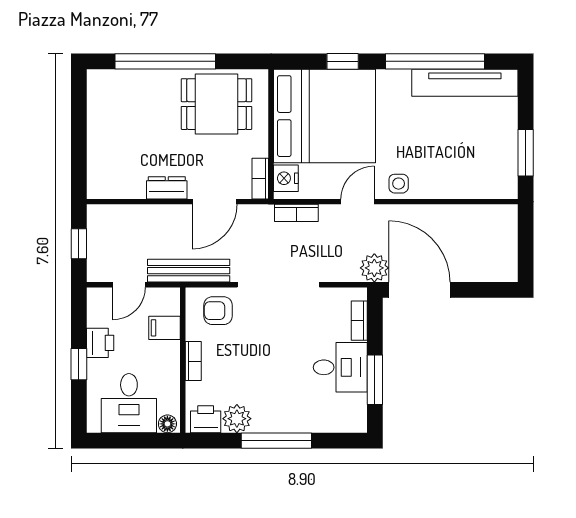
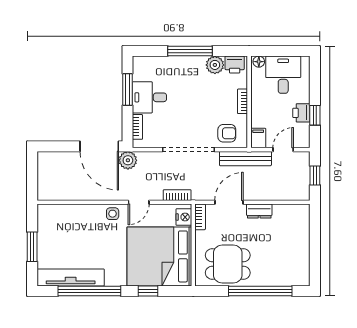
window: (526, 153) -> (32, 247), moved
filing cabinet: (165, 328) -> (258, 138), moved, turned -90
window: (79, 364) -> (315, 115), moved

